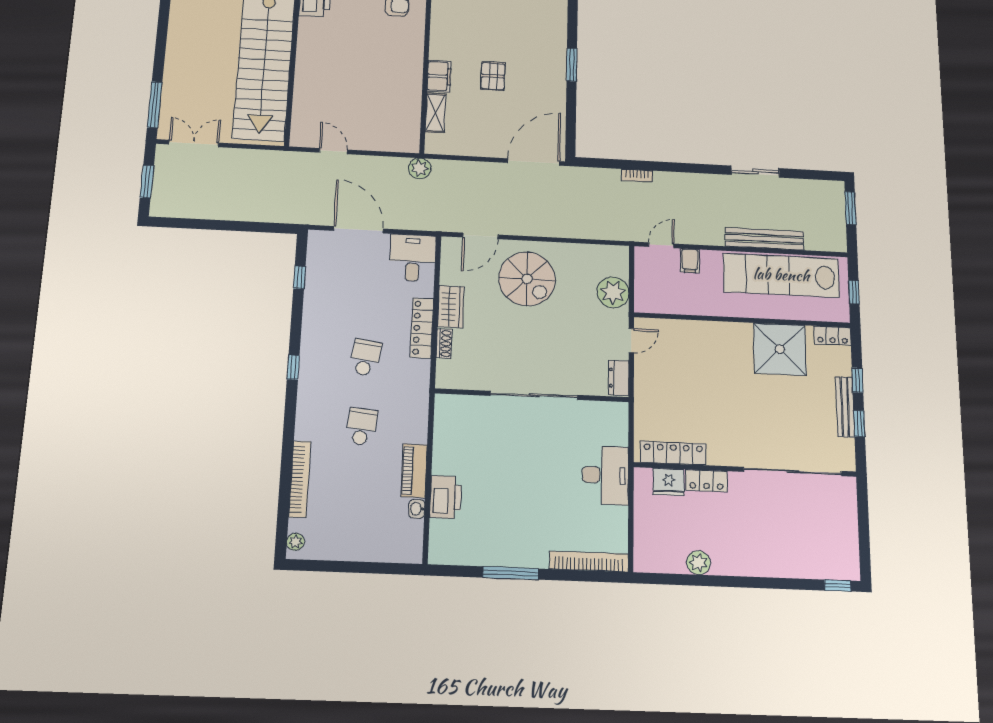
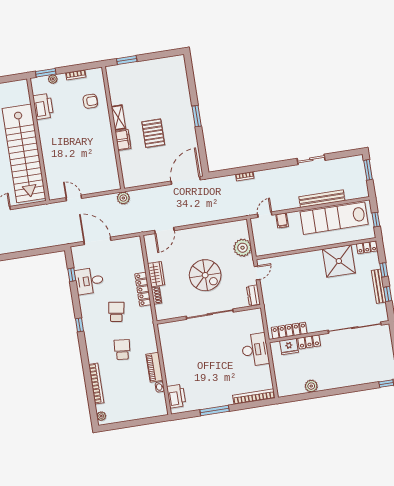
pallet: (493, 76) -> (153, 133), width x1.50, depth x1.42
shelving: (436, 113) -> (118, 118), moved
desk: (413, 258) -> (89, 281), moved, turned -90
spiral stairs: (527, 279) -> (205, 275), moved
printer: (446, 497) -> (176, 396), moved

